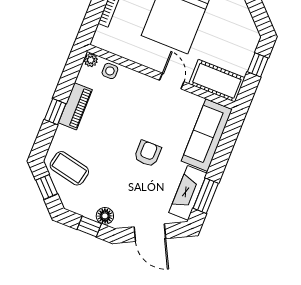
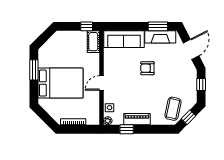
window: (258, 65) -> (87, 26), moved
door: (172, 81) -> (101, 83), moved
cot: (217, 81) -> (93, 42), width x0.73, depth x0.75
window: (55, 112) -> (127, 129), moved
floor lamp: (105, 216) -> (192, 78), removed

